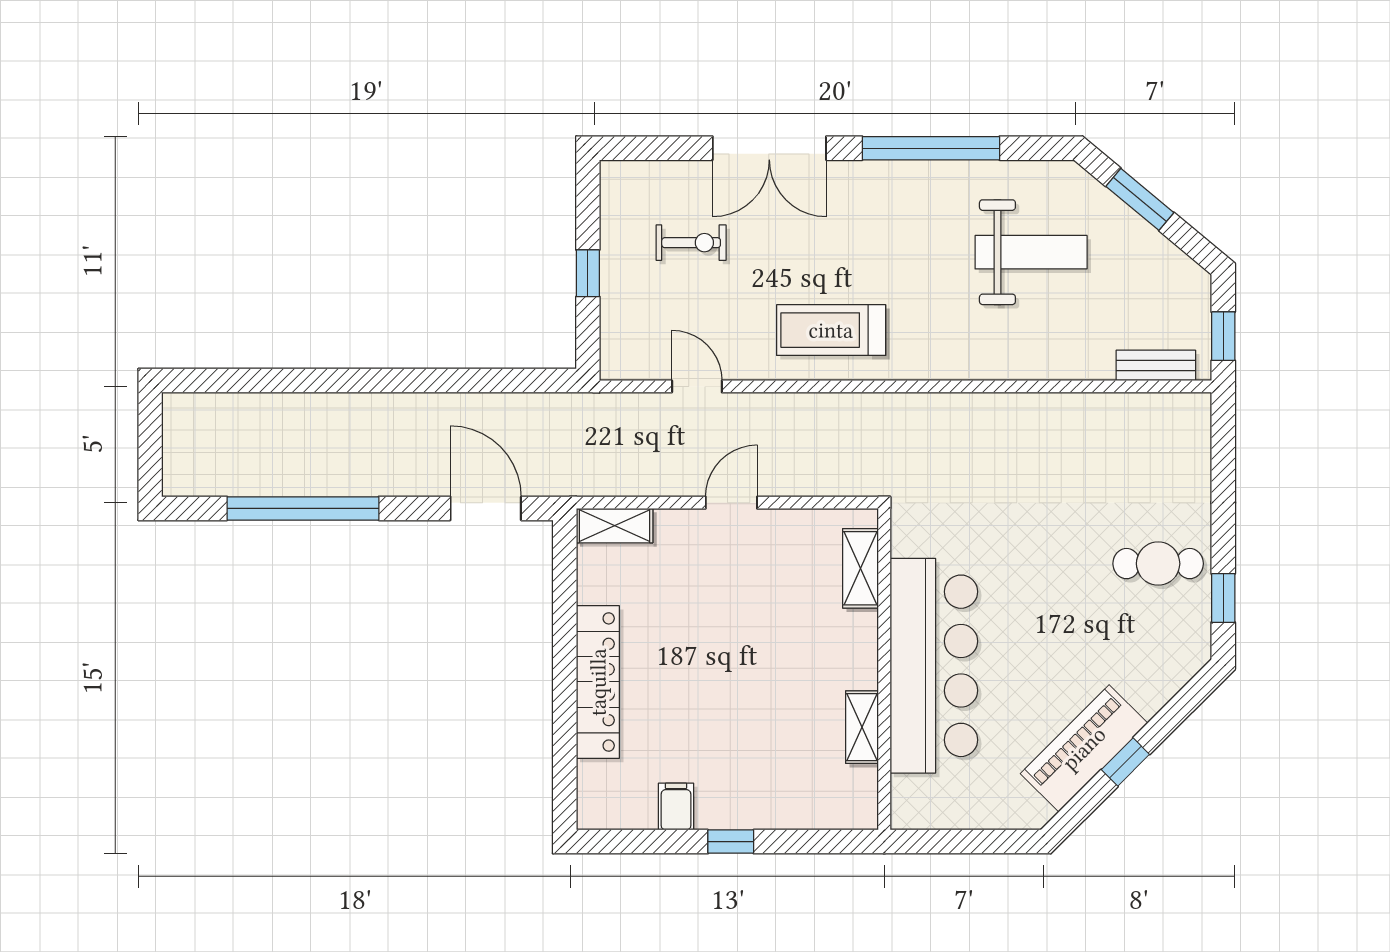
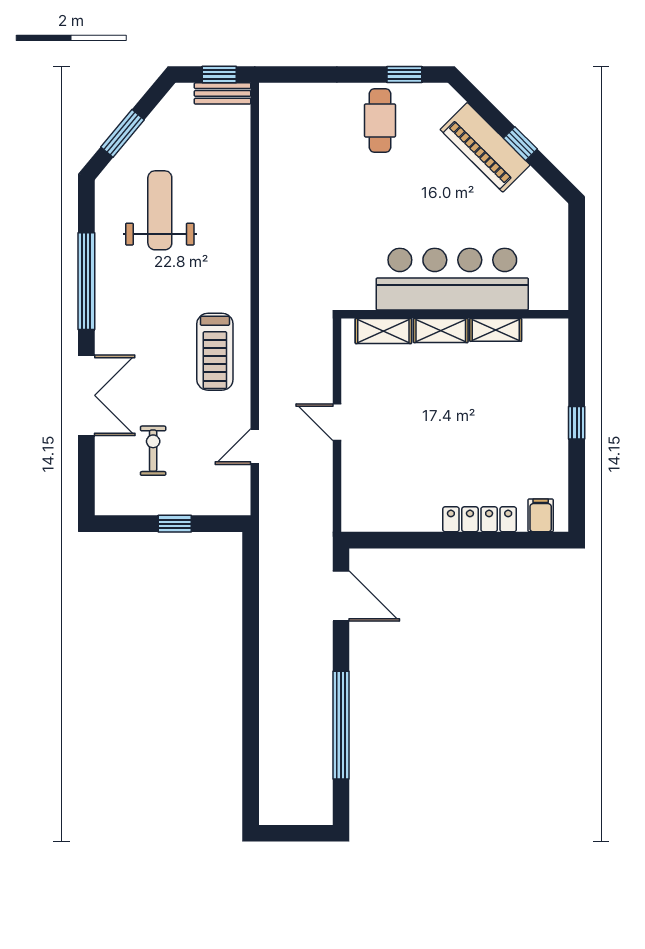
bench: (1156, 365) -> (223, 93), moved, turned 90
door: (486, 508) -> (341, 596), swing flipped
shelving: (615, 526) -> (441, 330), moved, turned 90
locker: (598, 682) -> (480, 519), width x0.71, depth x0.83
piano: (1084, 748) -> (485, 147), moved
filing cabinet: (676, 807) -> (541, 515), moved, turned 90

